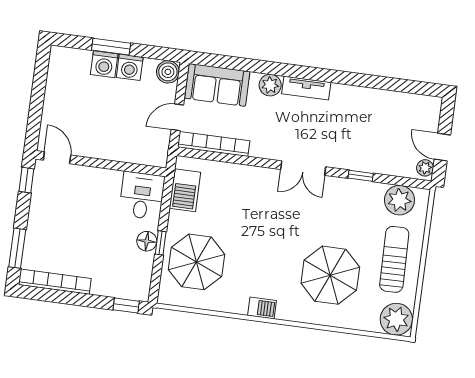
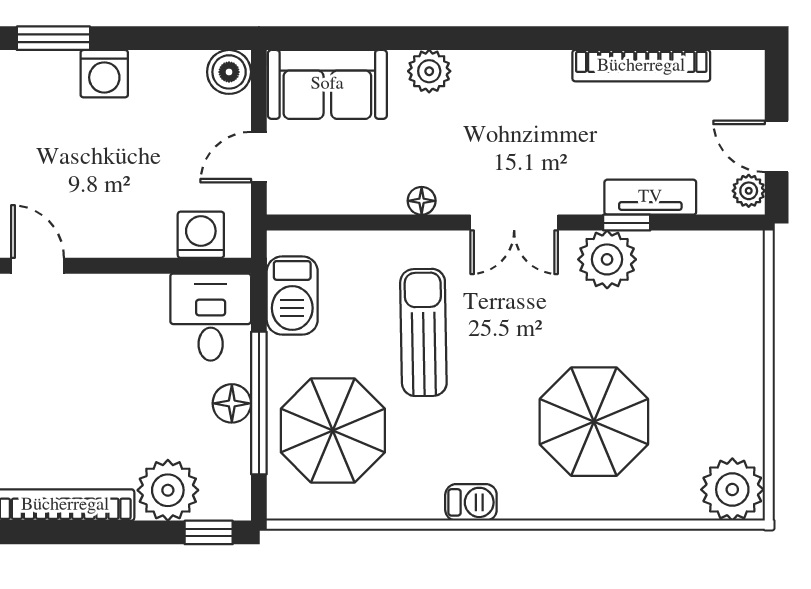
window: (111, 47) -> (53, 38), moved
washing machine: (130, 67) -> (201, 235), moved, turned 180
tv unit: (306, 88) -> (650, 197), moved, turned 180
bookcase: (214, 144) -> (641, 66), moved, turned 180
floor lamp: (257, 151) -> (422, 201), added
plant: (399, 200) -> (607, 259), moved
window: (161, 243) -> (259, 403), width x3.17
sun lounger: (394, 259) -> (423, 332), moved
plant: (108, 281) -> (168, 490), added

